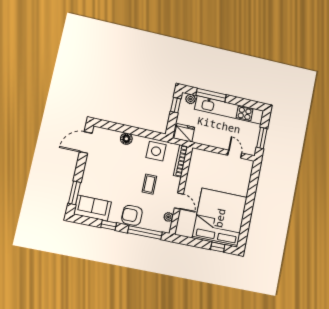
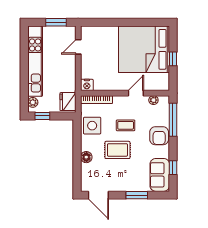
window: (211, 95) -> (24, 83), removed
nightstand: (197, 155) -> (87, 85), added
rug: (127, 171) -> (117, 150), added
window: (74, 193) -> (137, 195), moved
window: (109, 225) -> (173, 168), moved
window: (218, 247) -> (173, 59), moved

